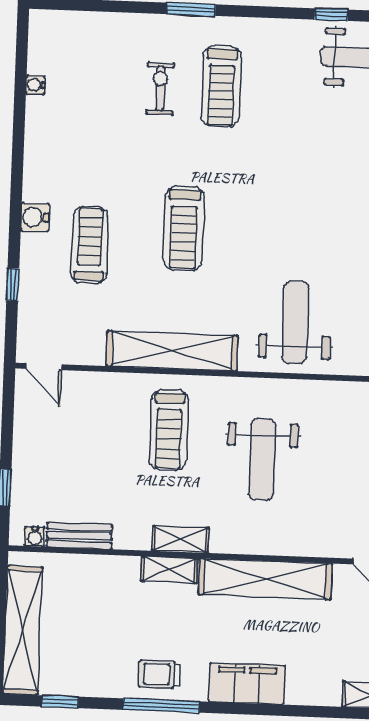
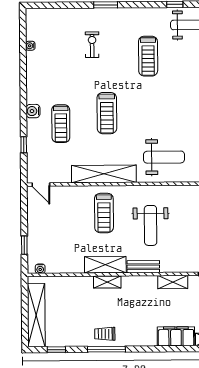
treadmill: (221, 86) -> (148, 56), moved
treadmill: (90, 245) -> (61, 124), turned 180
weight bench: (295, 322) -> (164, 157), turned 90
bench: (79, 536) -> (143, 267), moved
shelving: (181, 539) -> (105, 265), width x1.50, depth x1.33
shelving: (265, 579) -> (173, 282), width x0.45, depth x0.75
filing cabinet: (247, 684) -> (176, 336), moved

